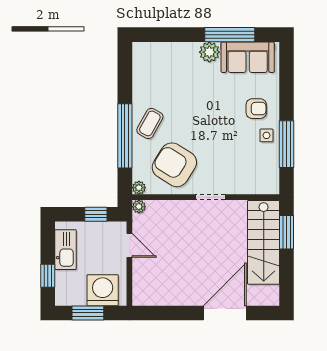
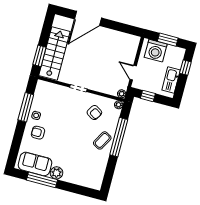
armchair: (174, 165) -> (94, 113), width x0.53, depth x0.53

